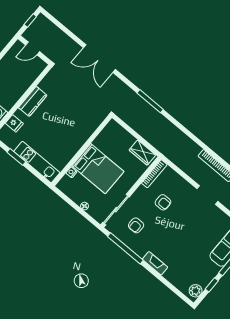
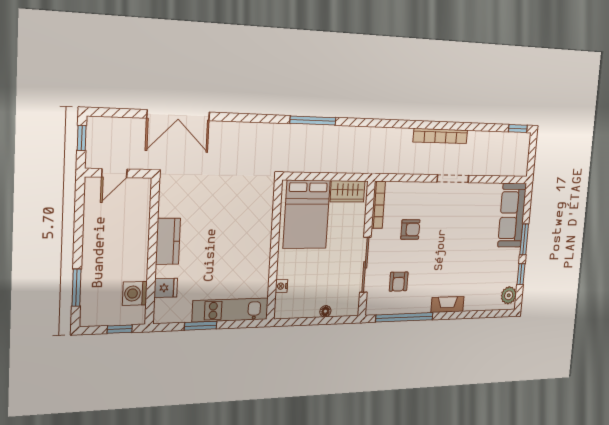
double door: (99, 59) -> (178, 115), moved
bed: (98, 169) -> (307, 214), moved, turned 90
sliding door: (116, 210) -> (365, 265), moved

